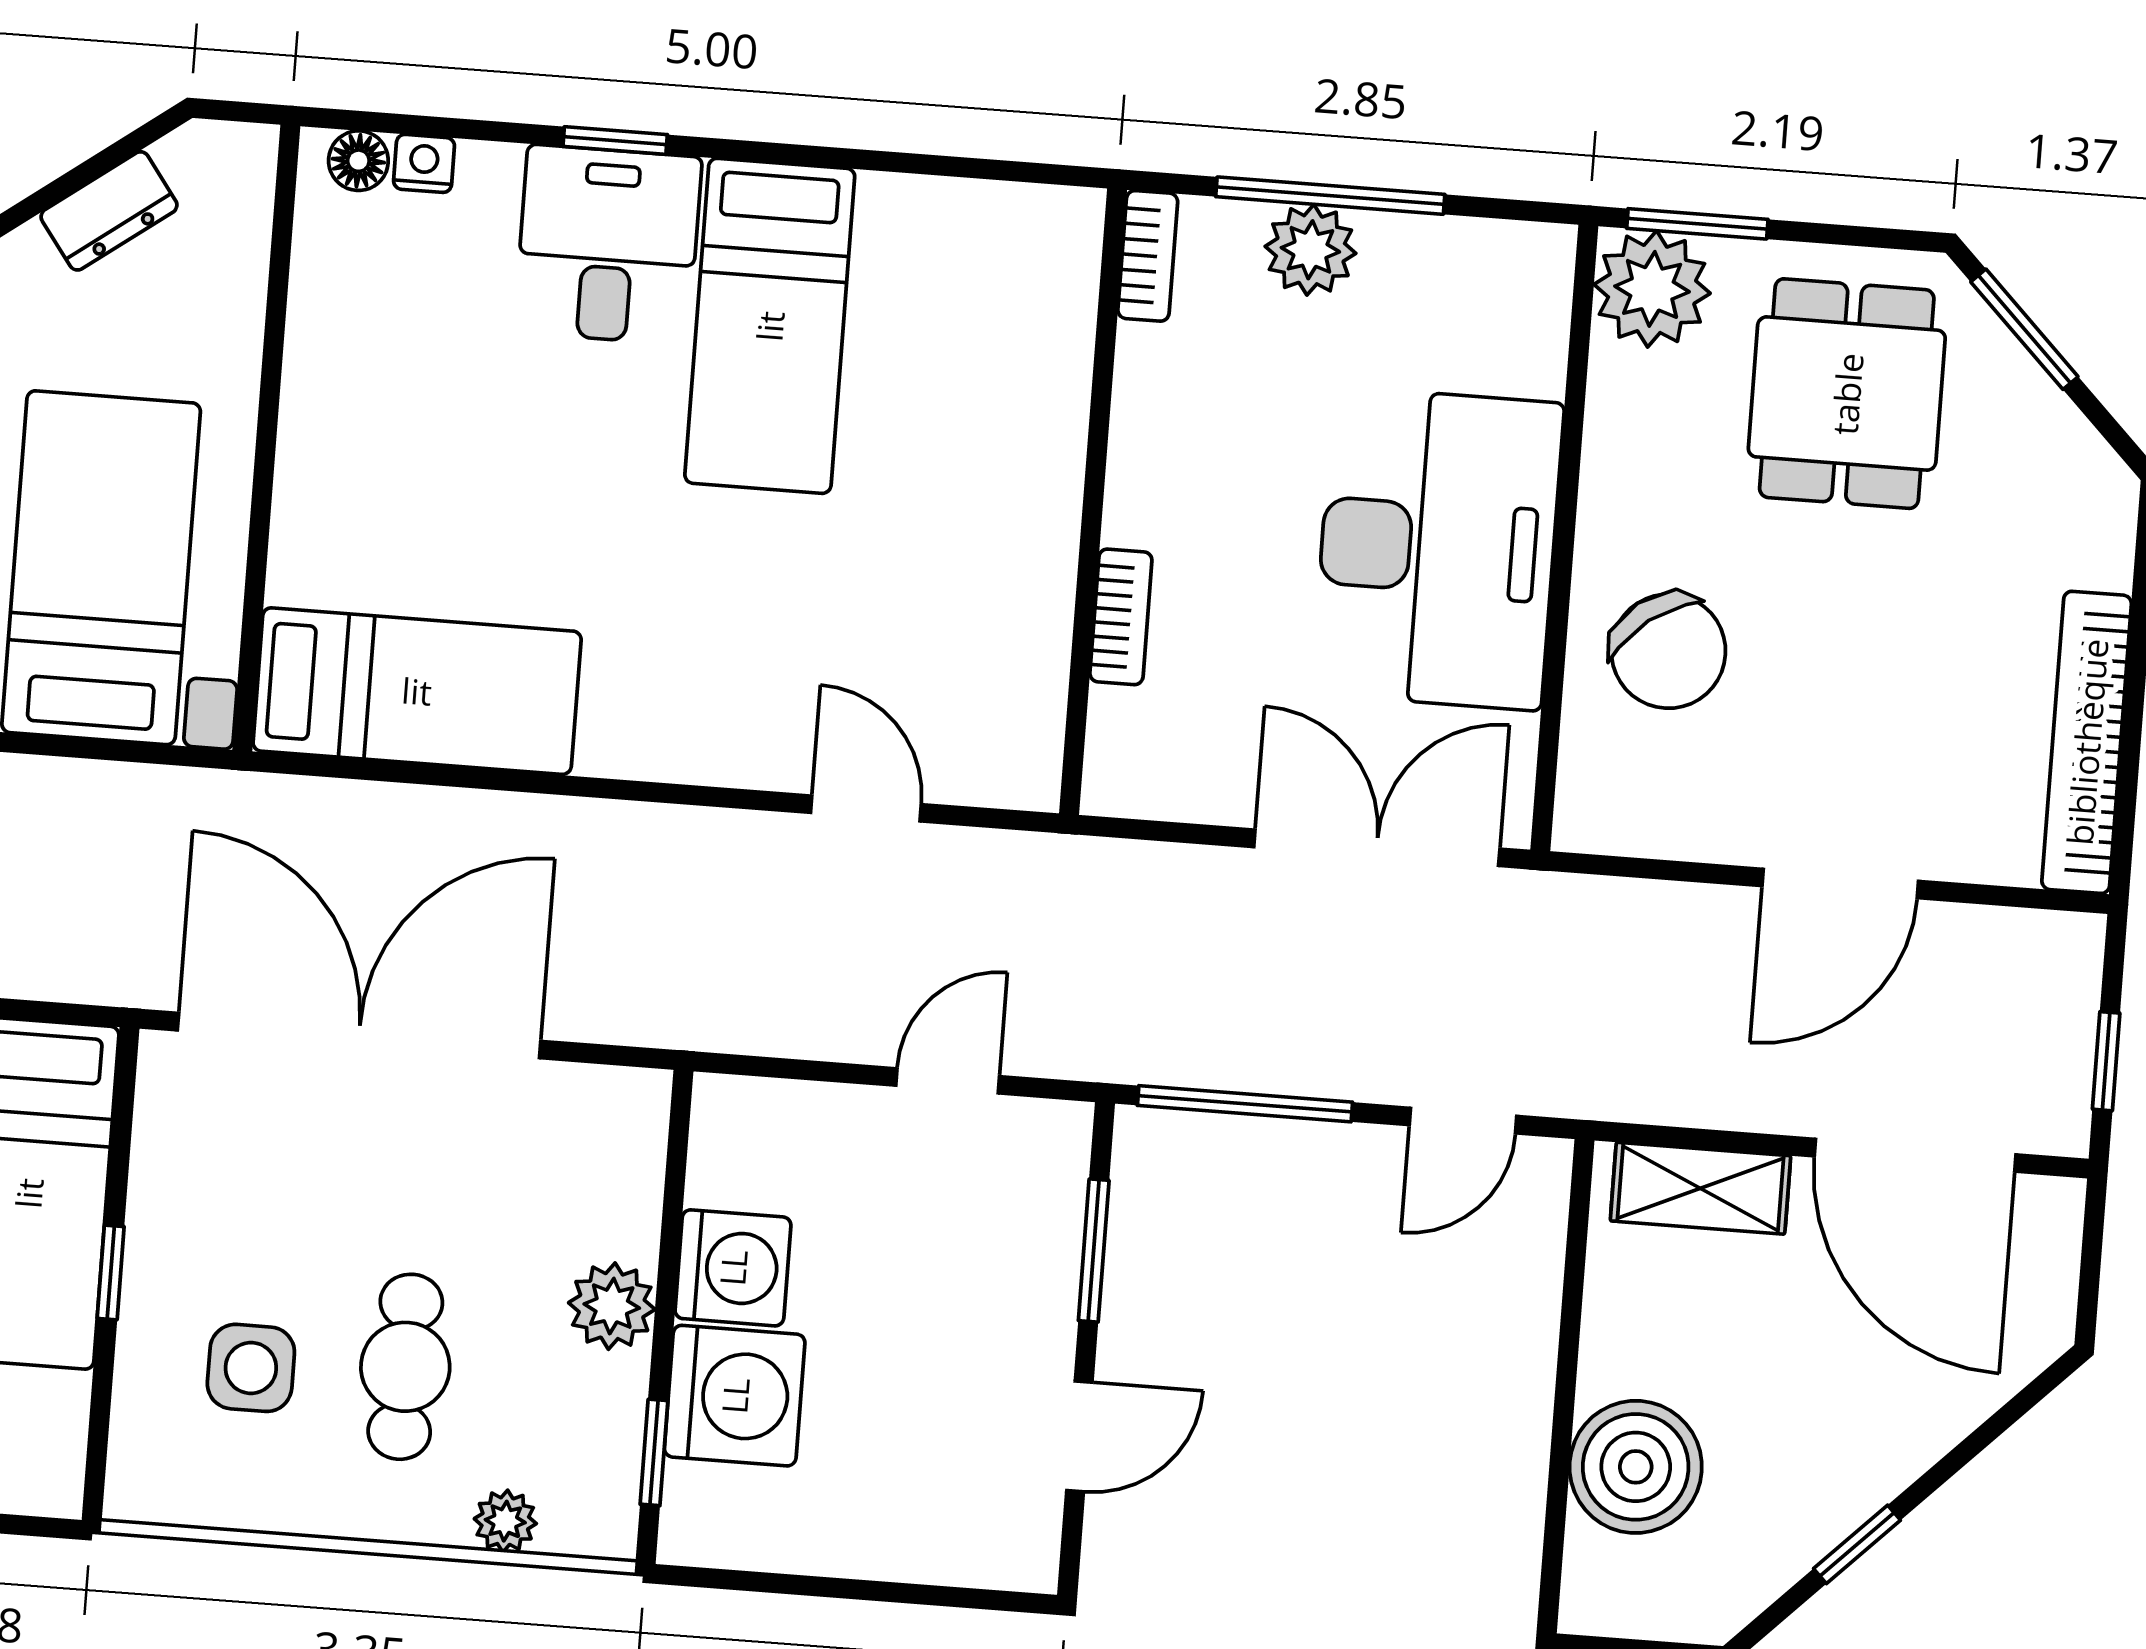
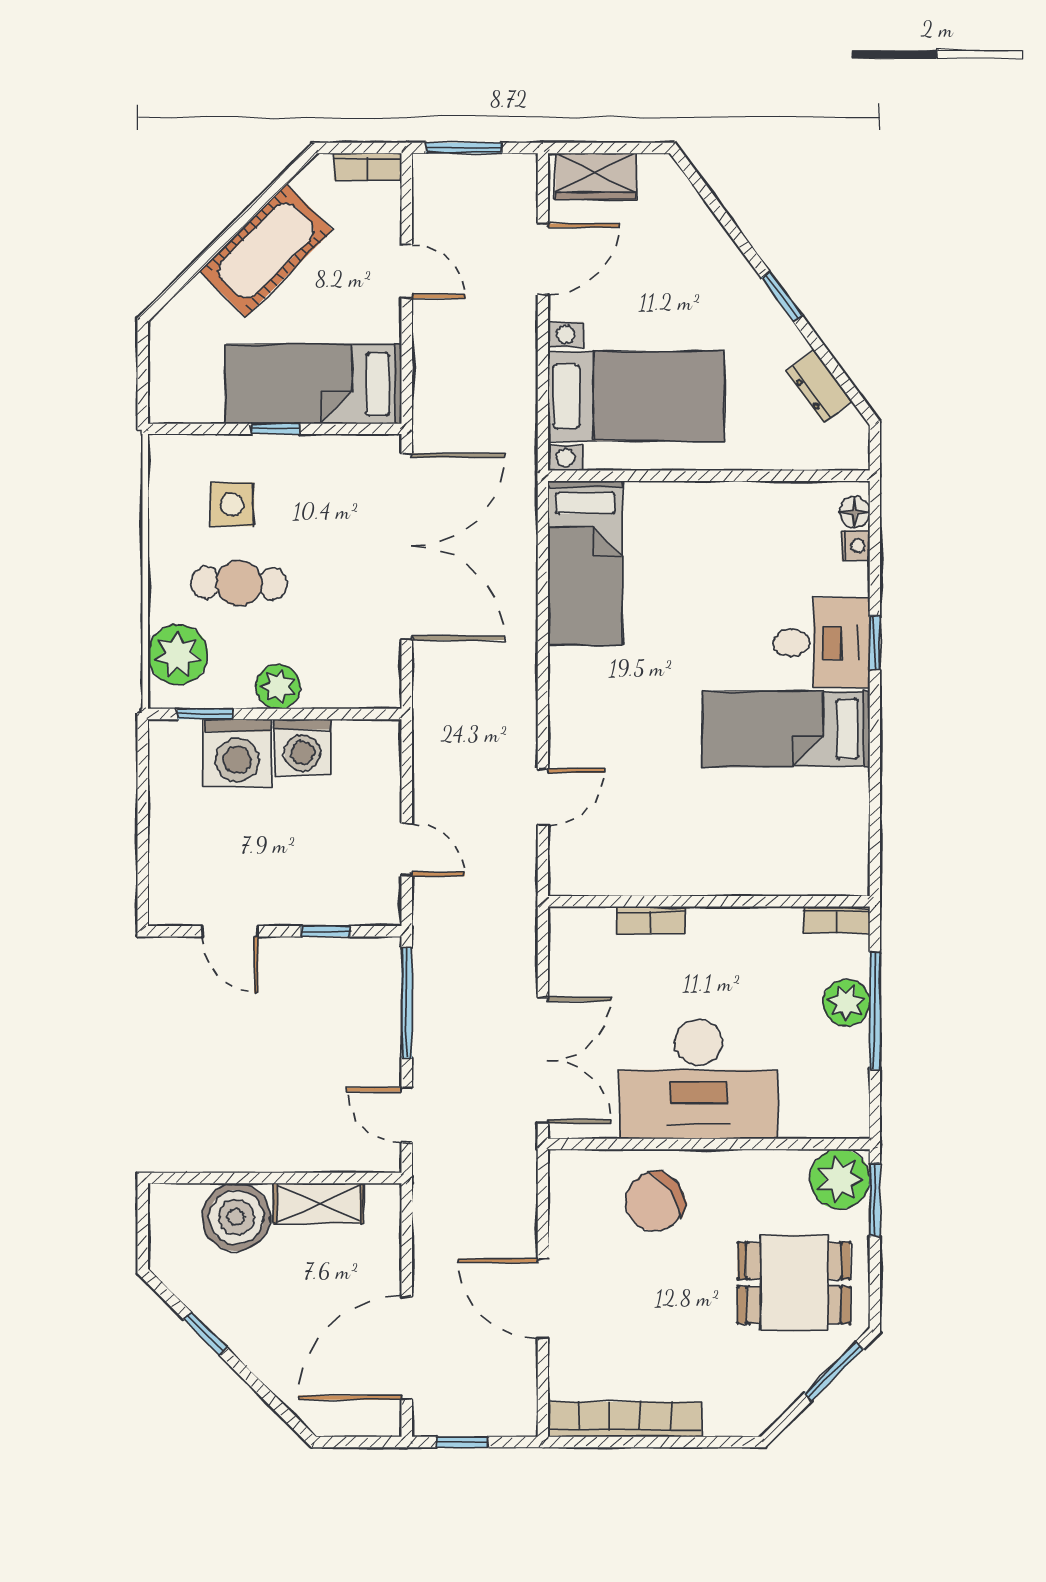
shelving: (1700, 1188) -> (318, 1203), moved, turned 90
window: (1094, 1251) -> (326, 931), width x0.67
plant: (505, 1521) -> (178, 655), width x1.87, depth x1.87

